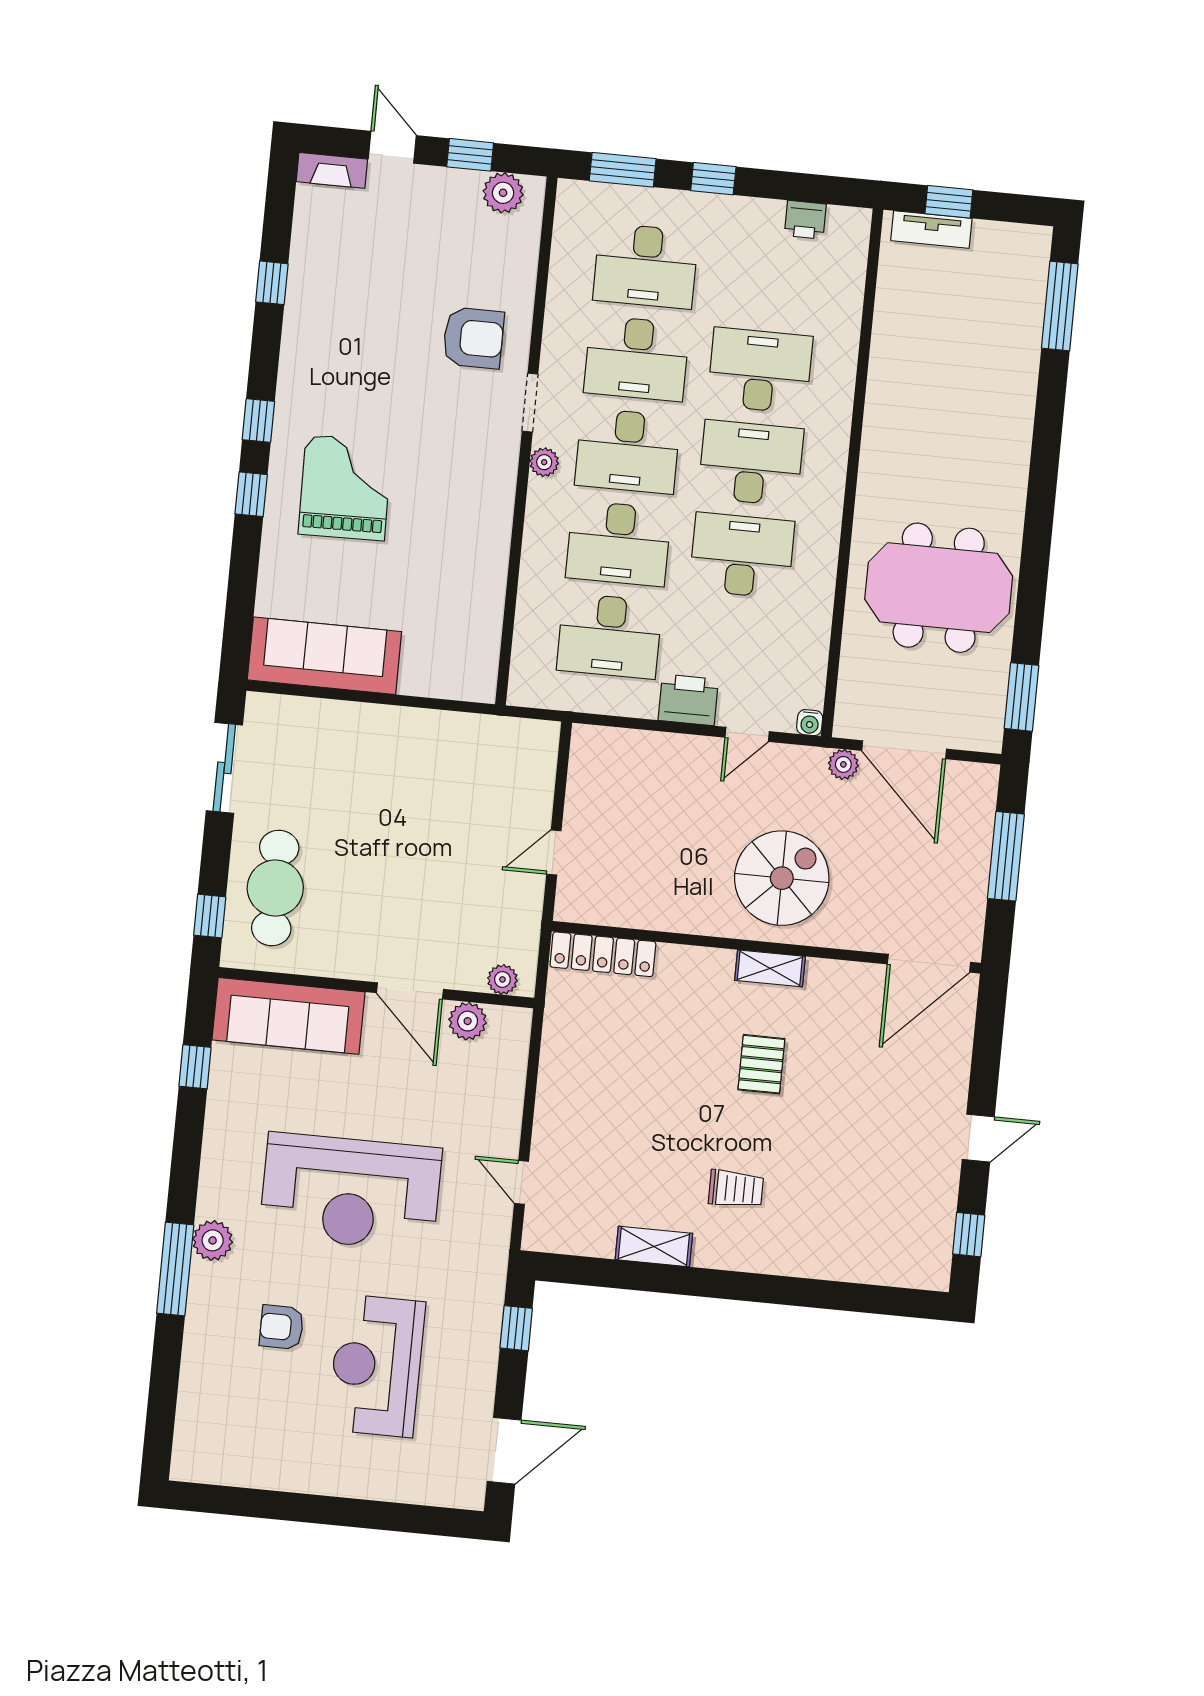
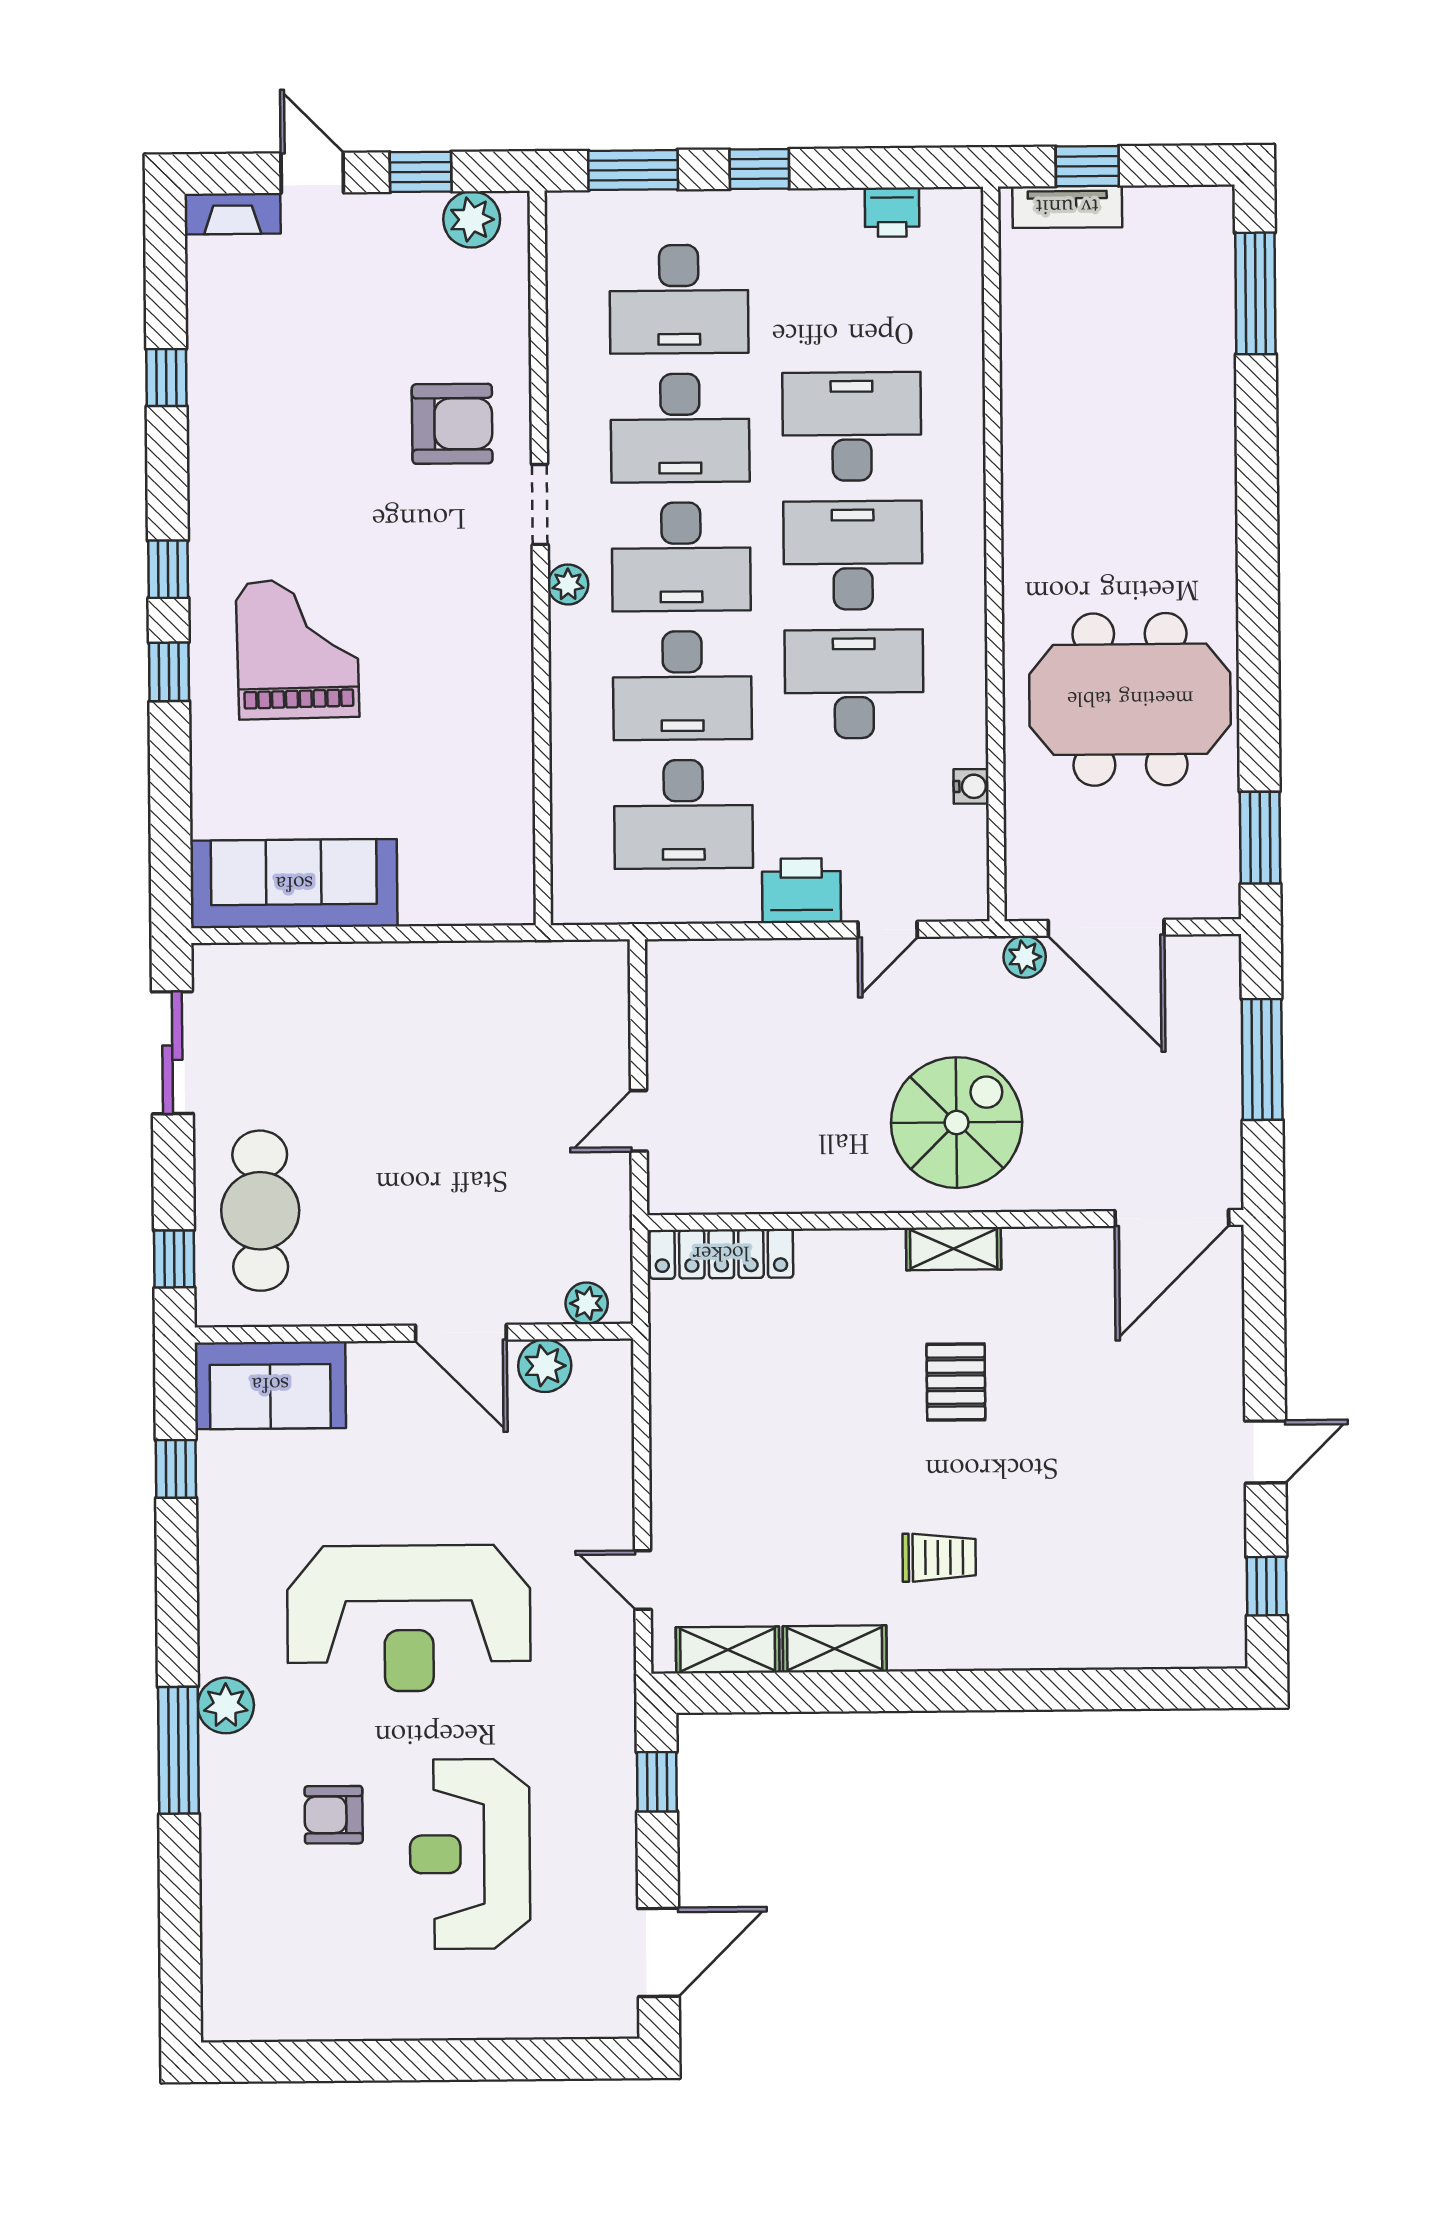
water cooler: (810, 723) -> (971, 786), moved, turned -90
sofa: (289, 1016) -> (270, 1385), width x0.73
shelving: (577, 1239) -> (728, 1650), added

